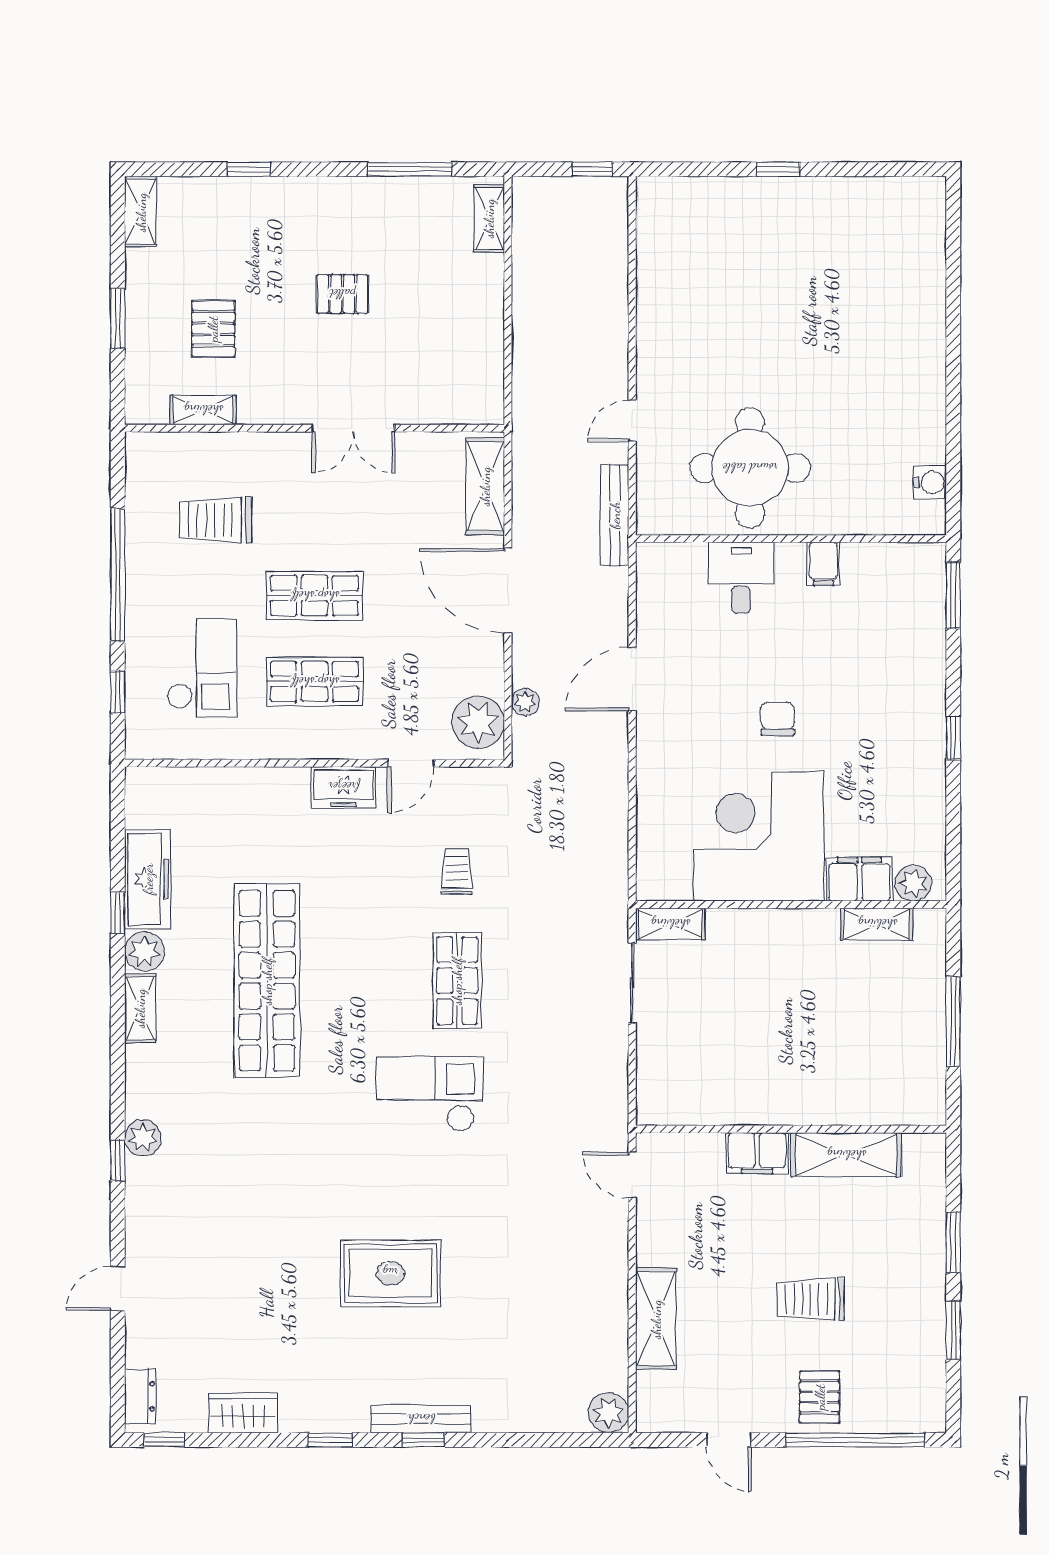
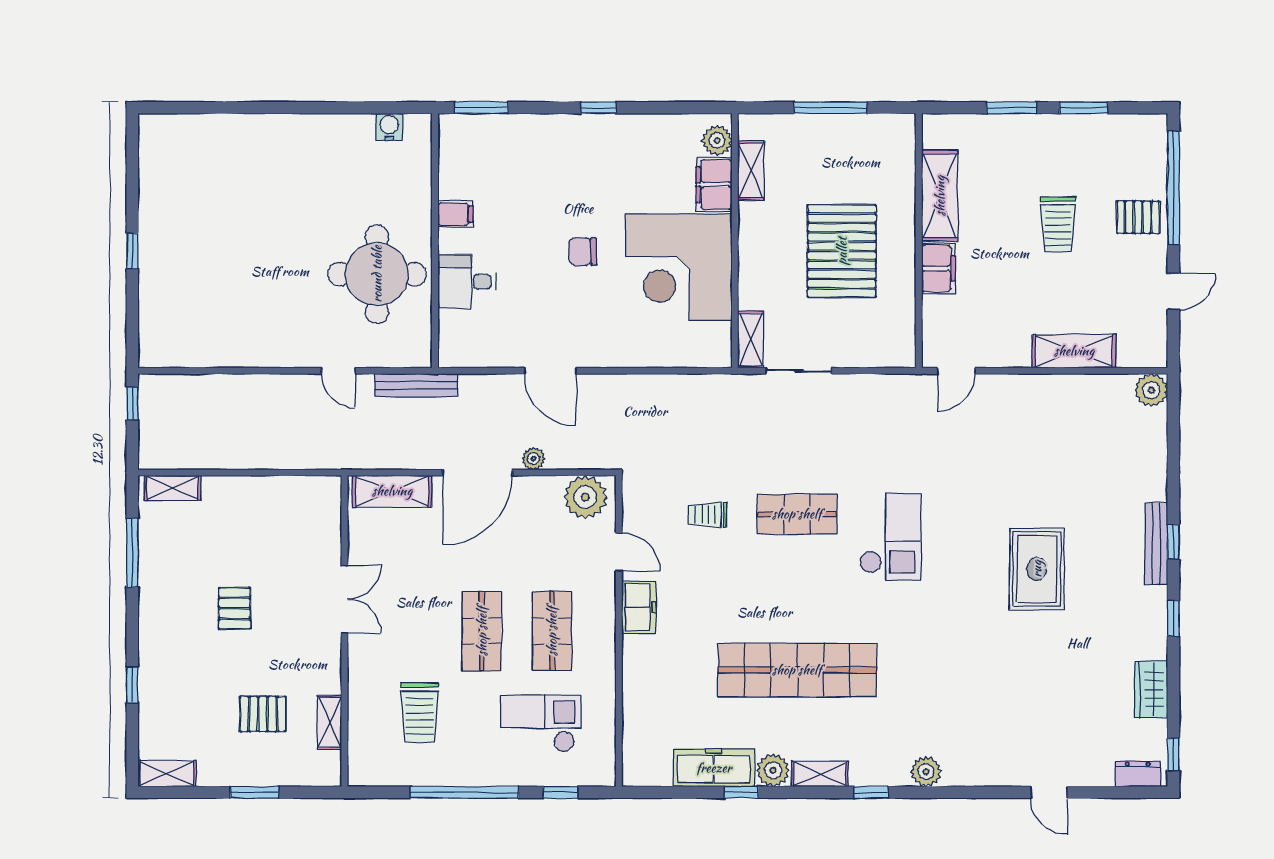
plant: (525, 702) -> (533, 459), moved
pallet: (778, 1035) -> (842, 251), added
checkout: (430, 1094) -> (890, 537), turned 180
window: (118, 1160) -> (871, 792), moved

